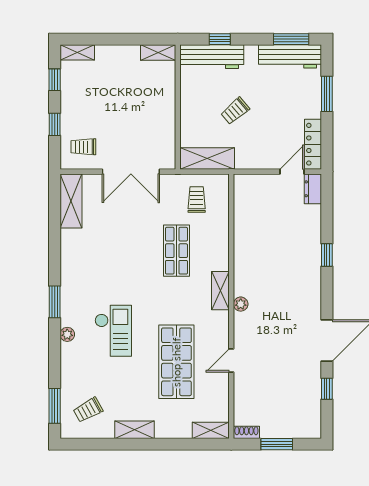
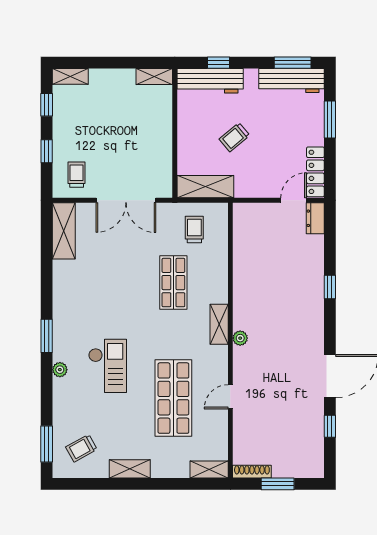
trolley: (83, 147) -> (77, 175), turned 90
shoe rack: (246, 432) -> (252, 472), width x1.43

